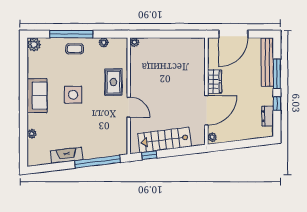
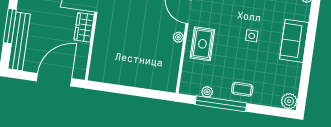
window: (71, 34) -> (221, 104), moved
plant: (134, 42) -> (178, 37), moved
side table: (73, 95) -> (252, 36), width x0.54, depth x0.54

